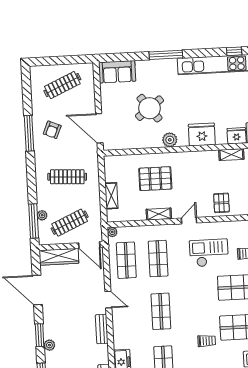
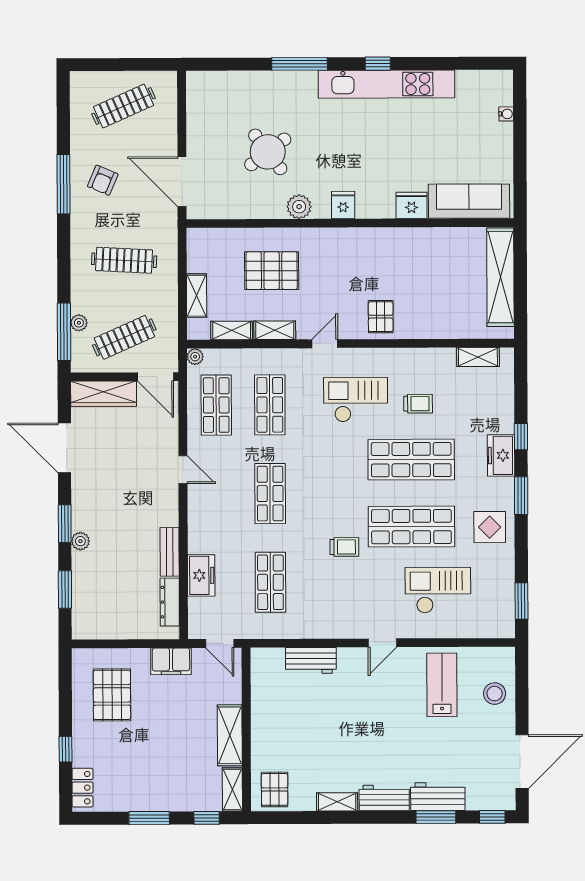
window: (234, 51) -> (378, 64), moved
sofa: (117, 72) -> (216, 88), removed
fridge: (202, 134) -> (343, 205), width x0.53, depth x0.75
shelving: (231, 155) -> (232, 330), moved
bench: (102, 329) -> (170, 552), moved

